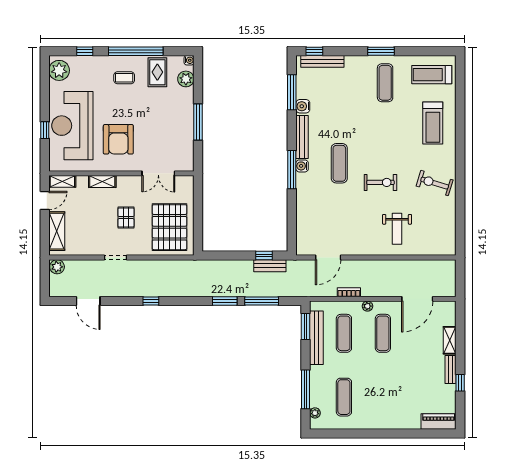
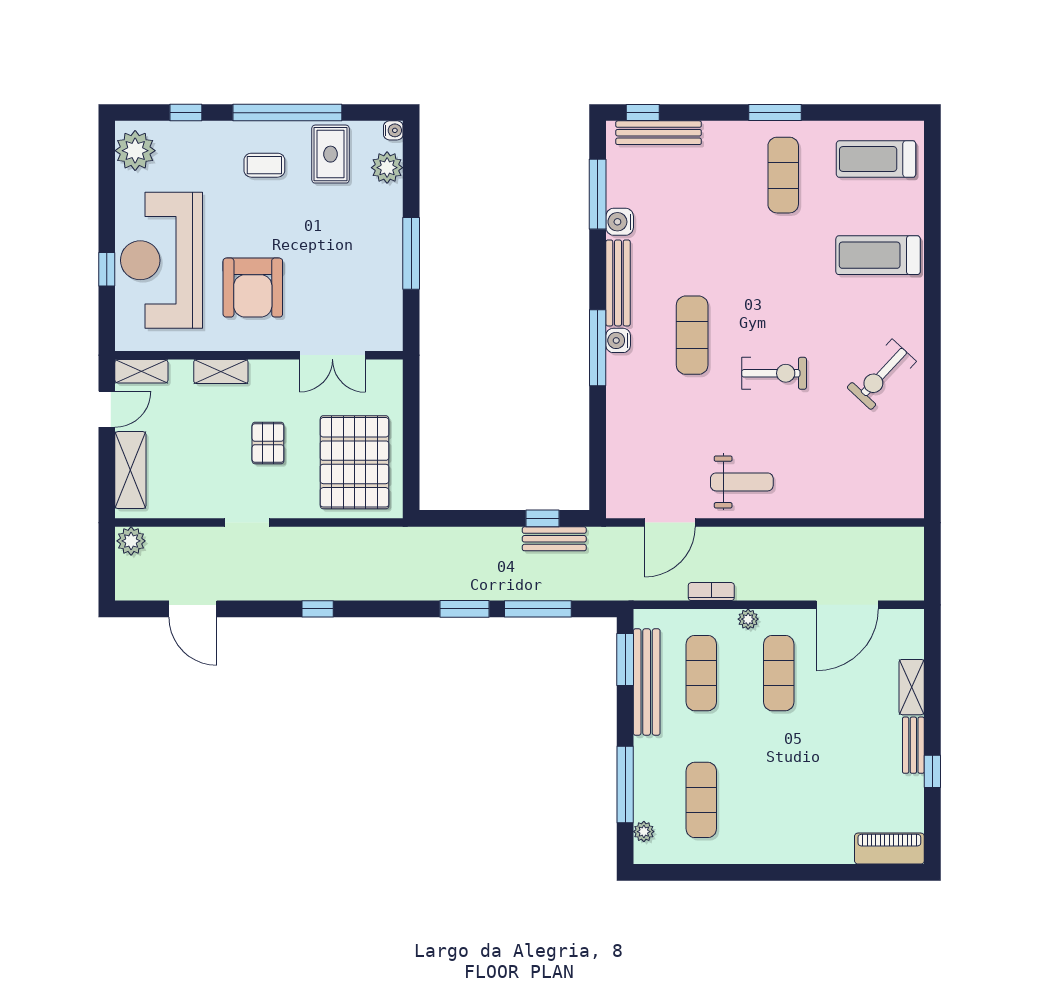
treadmill: (433, 123) -> (878, 255), turned 90
exercise bike: (435, 183) -> (882, 374), turned -64
weight bench: (397, 229) -> (742, 482), moved, turned -90

